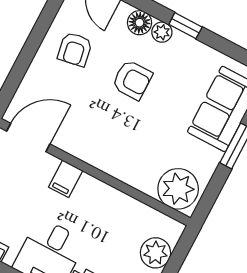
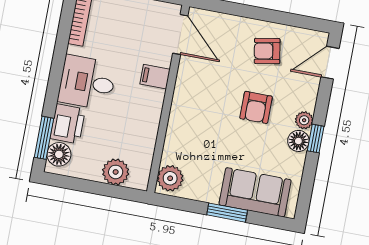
floor lamp: (140, 23) -> (298, 141), moved
plant: (178, 189) -> (170, 178), width x0.73, depth x0.73

